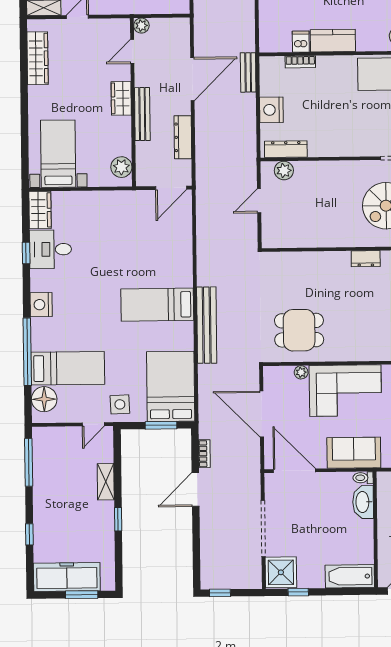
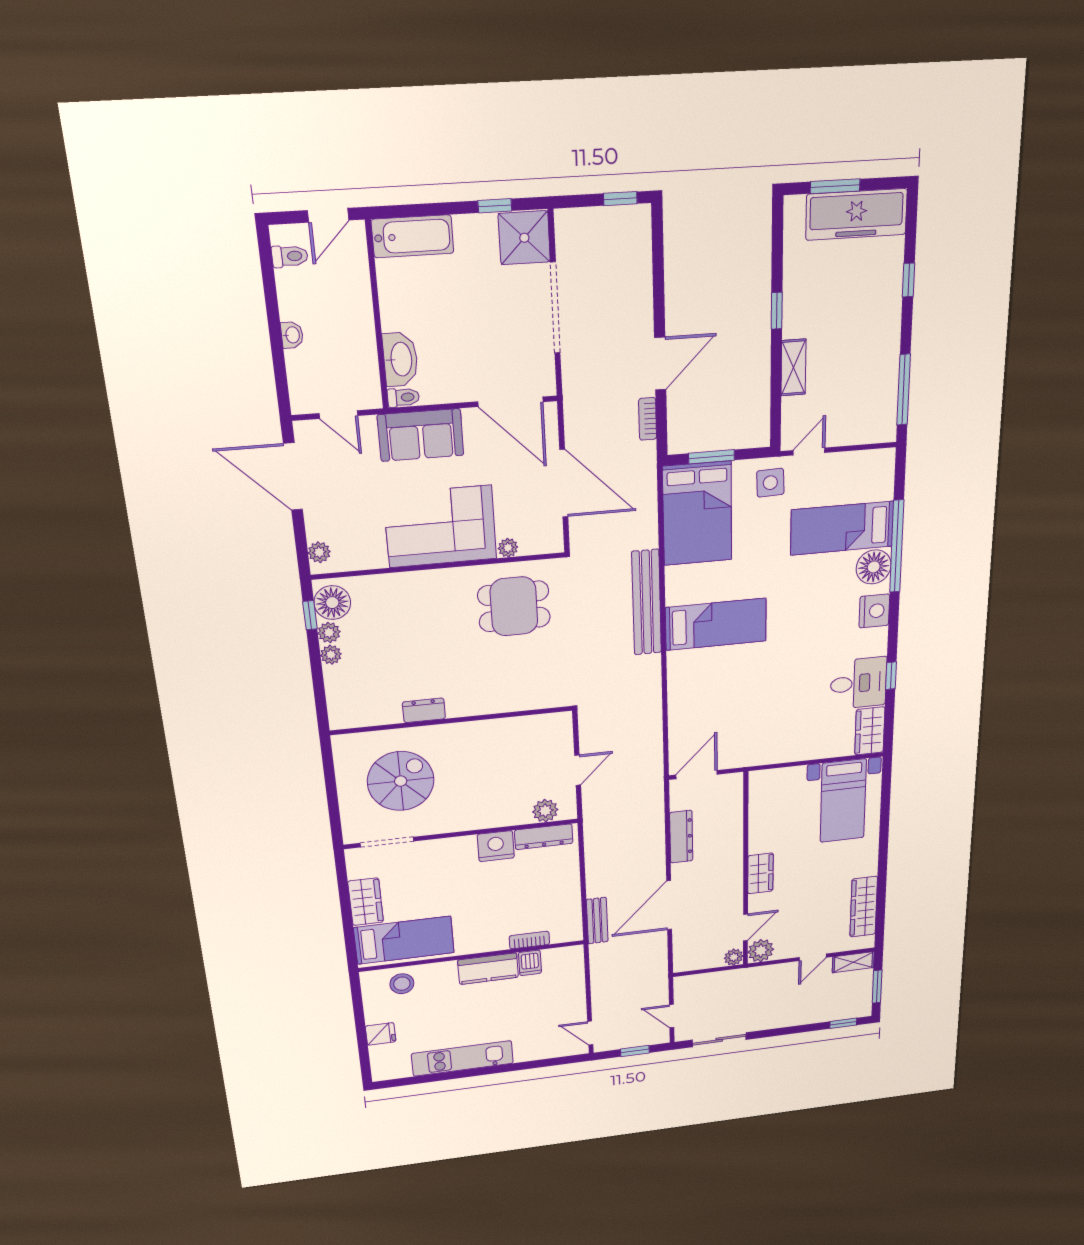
nightstand: (271, 110) -> (496, 846), moved, turned -90
bench: (142, 114) -> (734, 858), removed
plant: (121, 167) -> (761, 951), moved
floor lamp: (44, 399) -> (874, 567), moved

